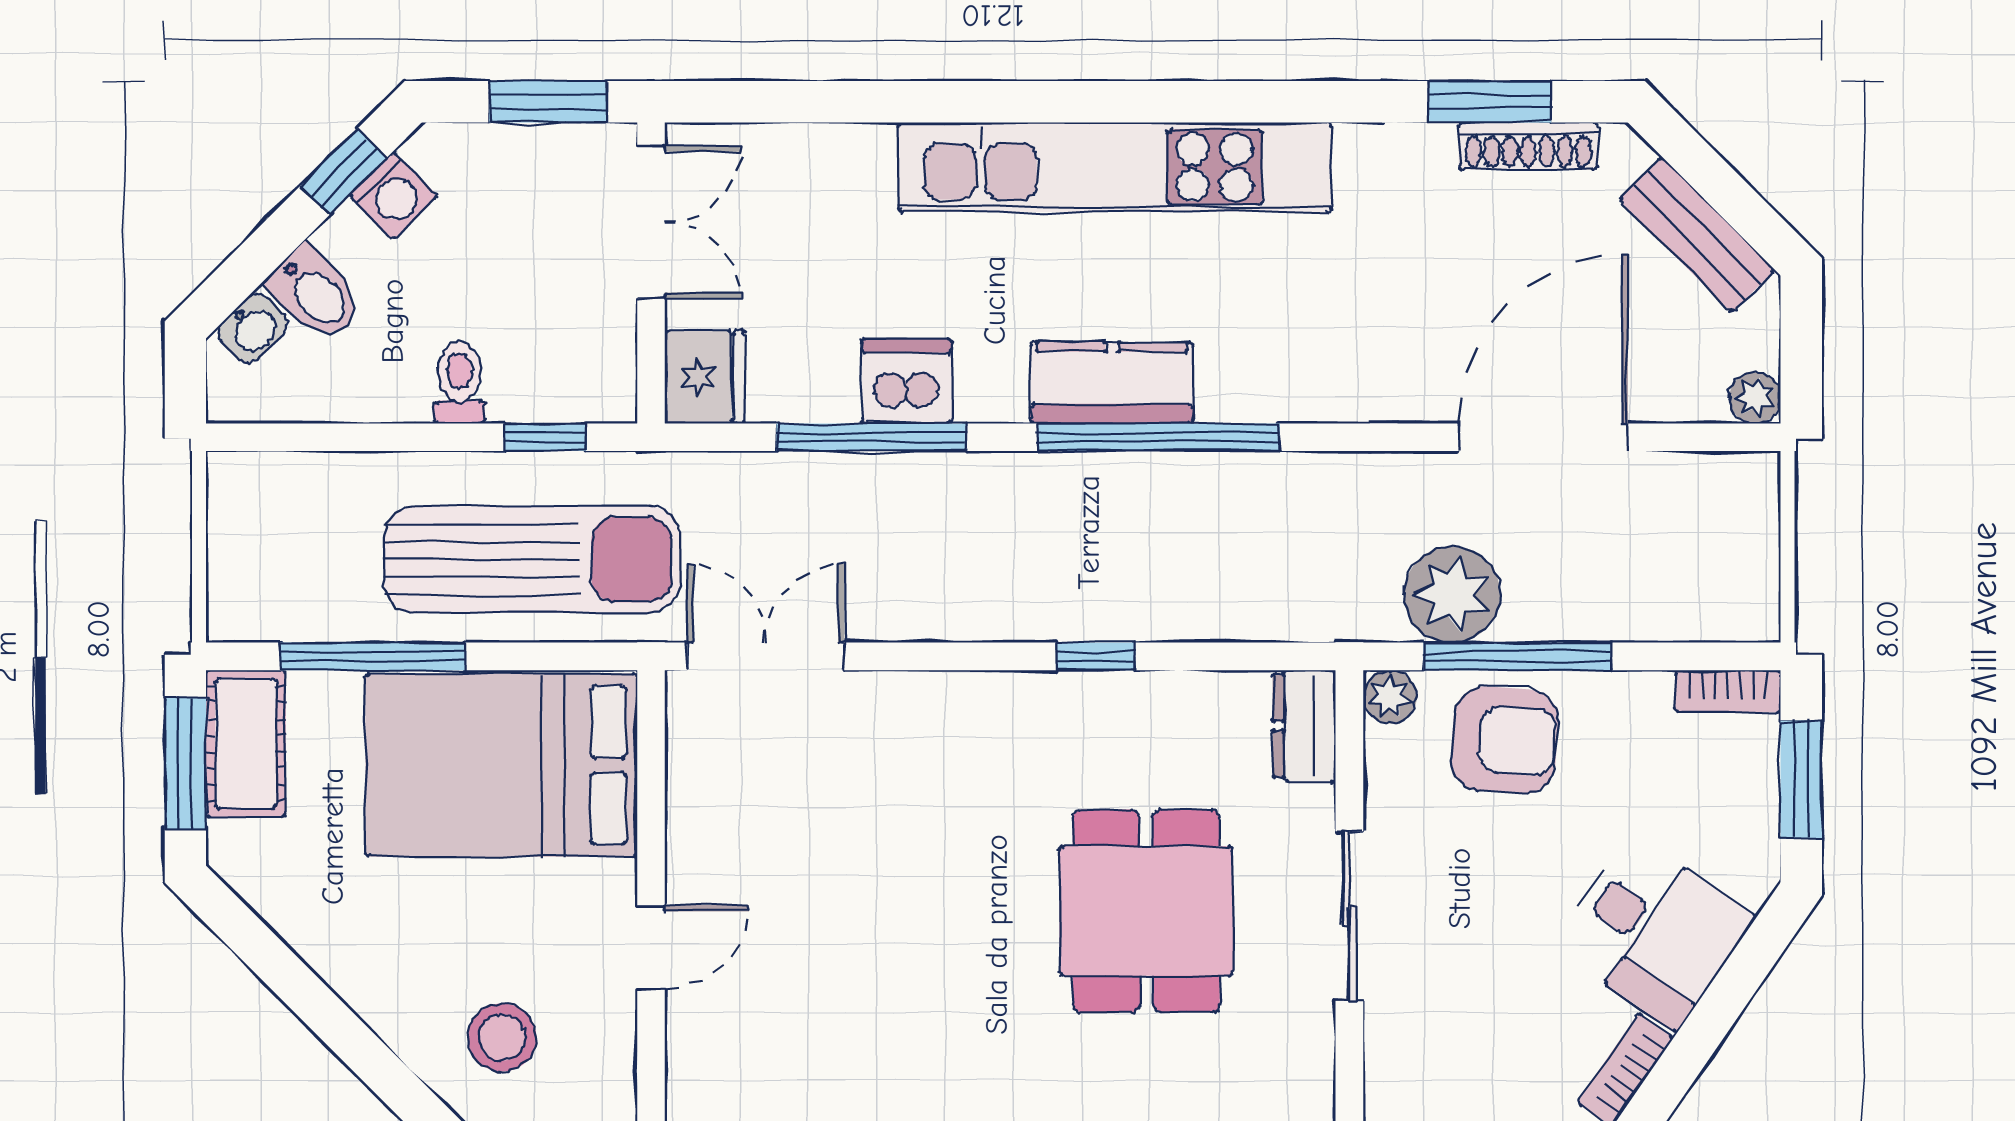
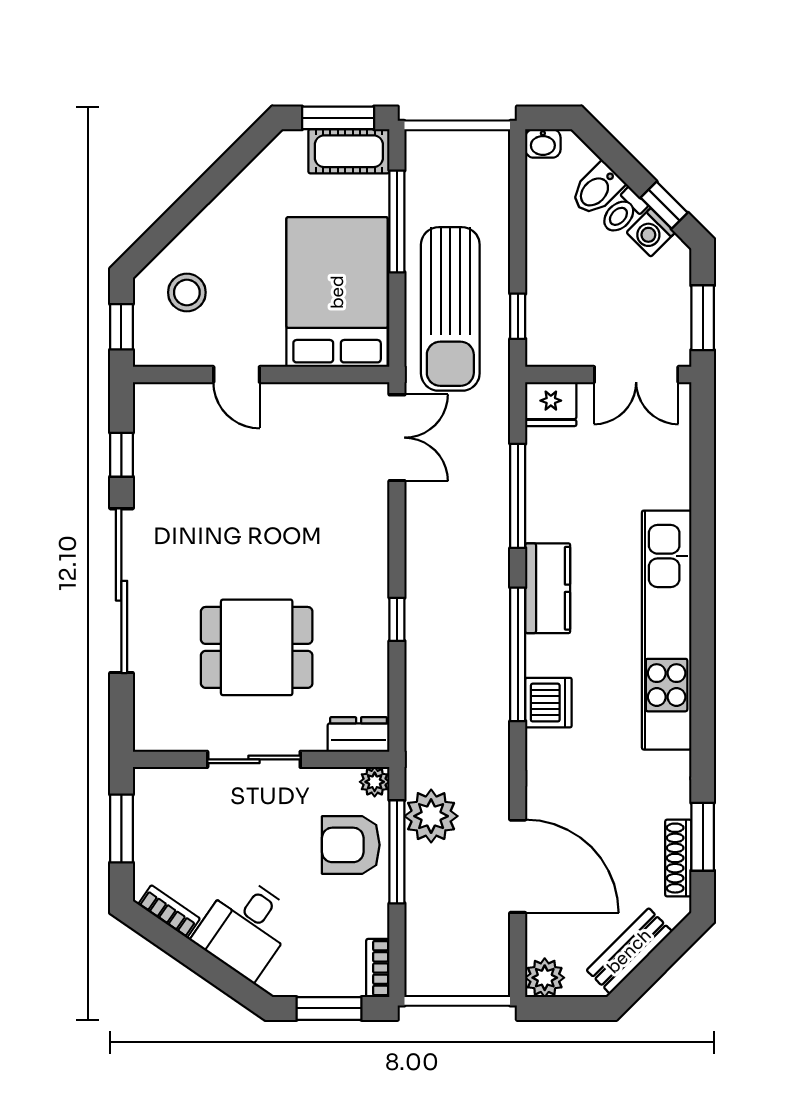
washbasin: (253, 328) -> (543, 143), moved, turned -45
dishwasher: (907, 381) -> (548, 703), moved
toilet: (459, 383) -> (623, 212), moved, turned 135
kitchen counter: (1112, 383) -> (548, 588), moved
plant: (1755, 398) -> (545, 978), width x1.38, depth x1.38
armchair: (1505, 740) -> (351, 845), turned 86

